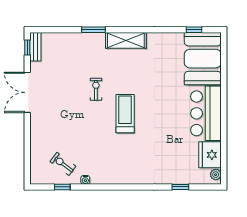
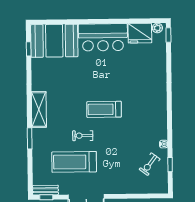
treadmill: (67, 79) -> (74, 162), added
window: (180, 187) -> (168, 35), moved

